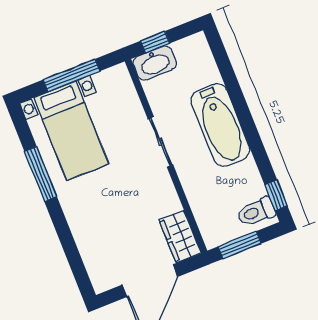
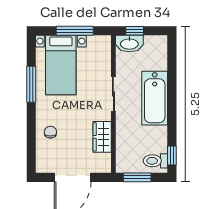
chair: (94, 230) -> (50, 132), added
wardrobe: (180, 237) -> (102, 137), moved

